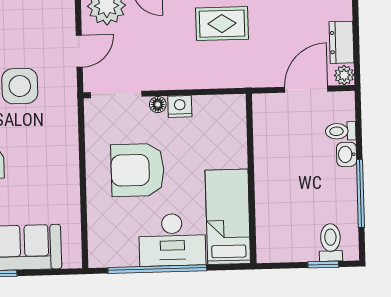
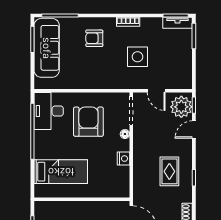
nightstand: (180, 106) -> (123, 159), moved
wall: (251, 179) -> (82, 199), moved
desk: (172, 240) -> (49, 111), moved

